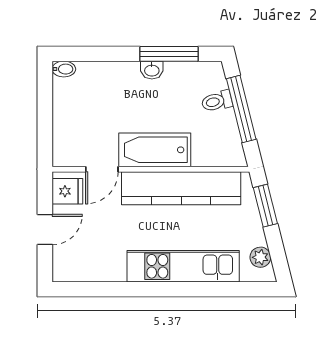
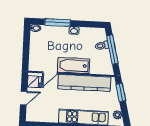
window: (169, 54) -> (58, 23), moved

